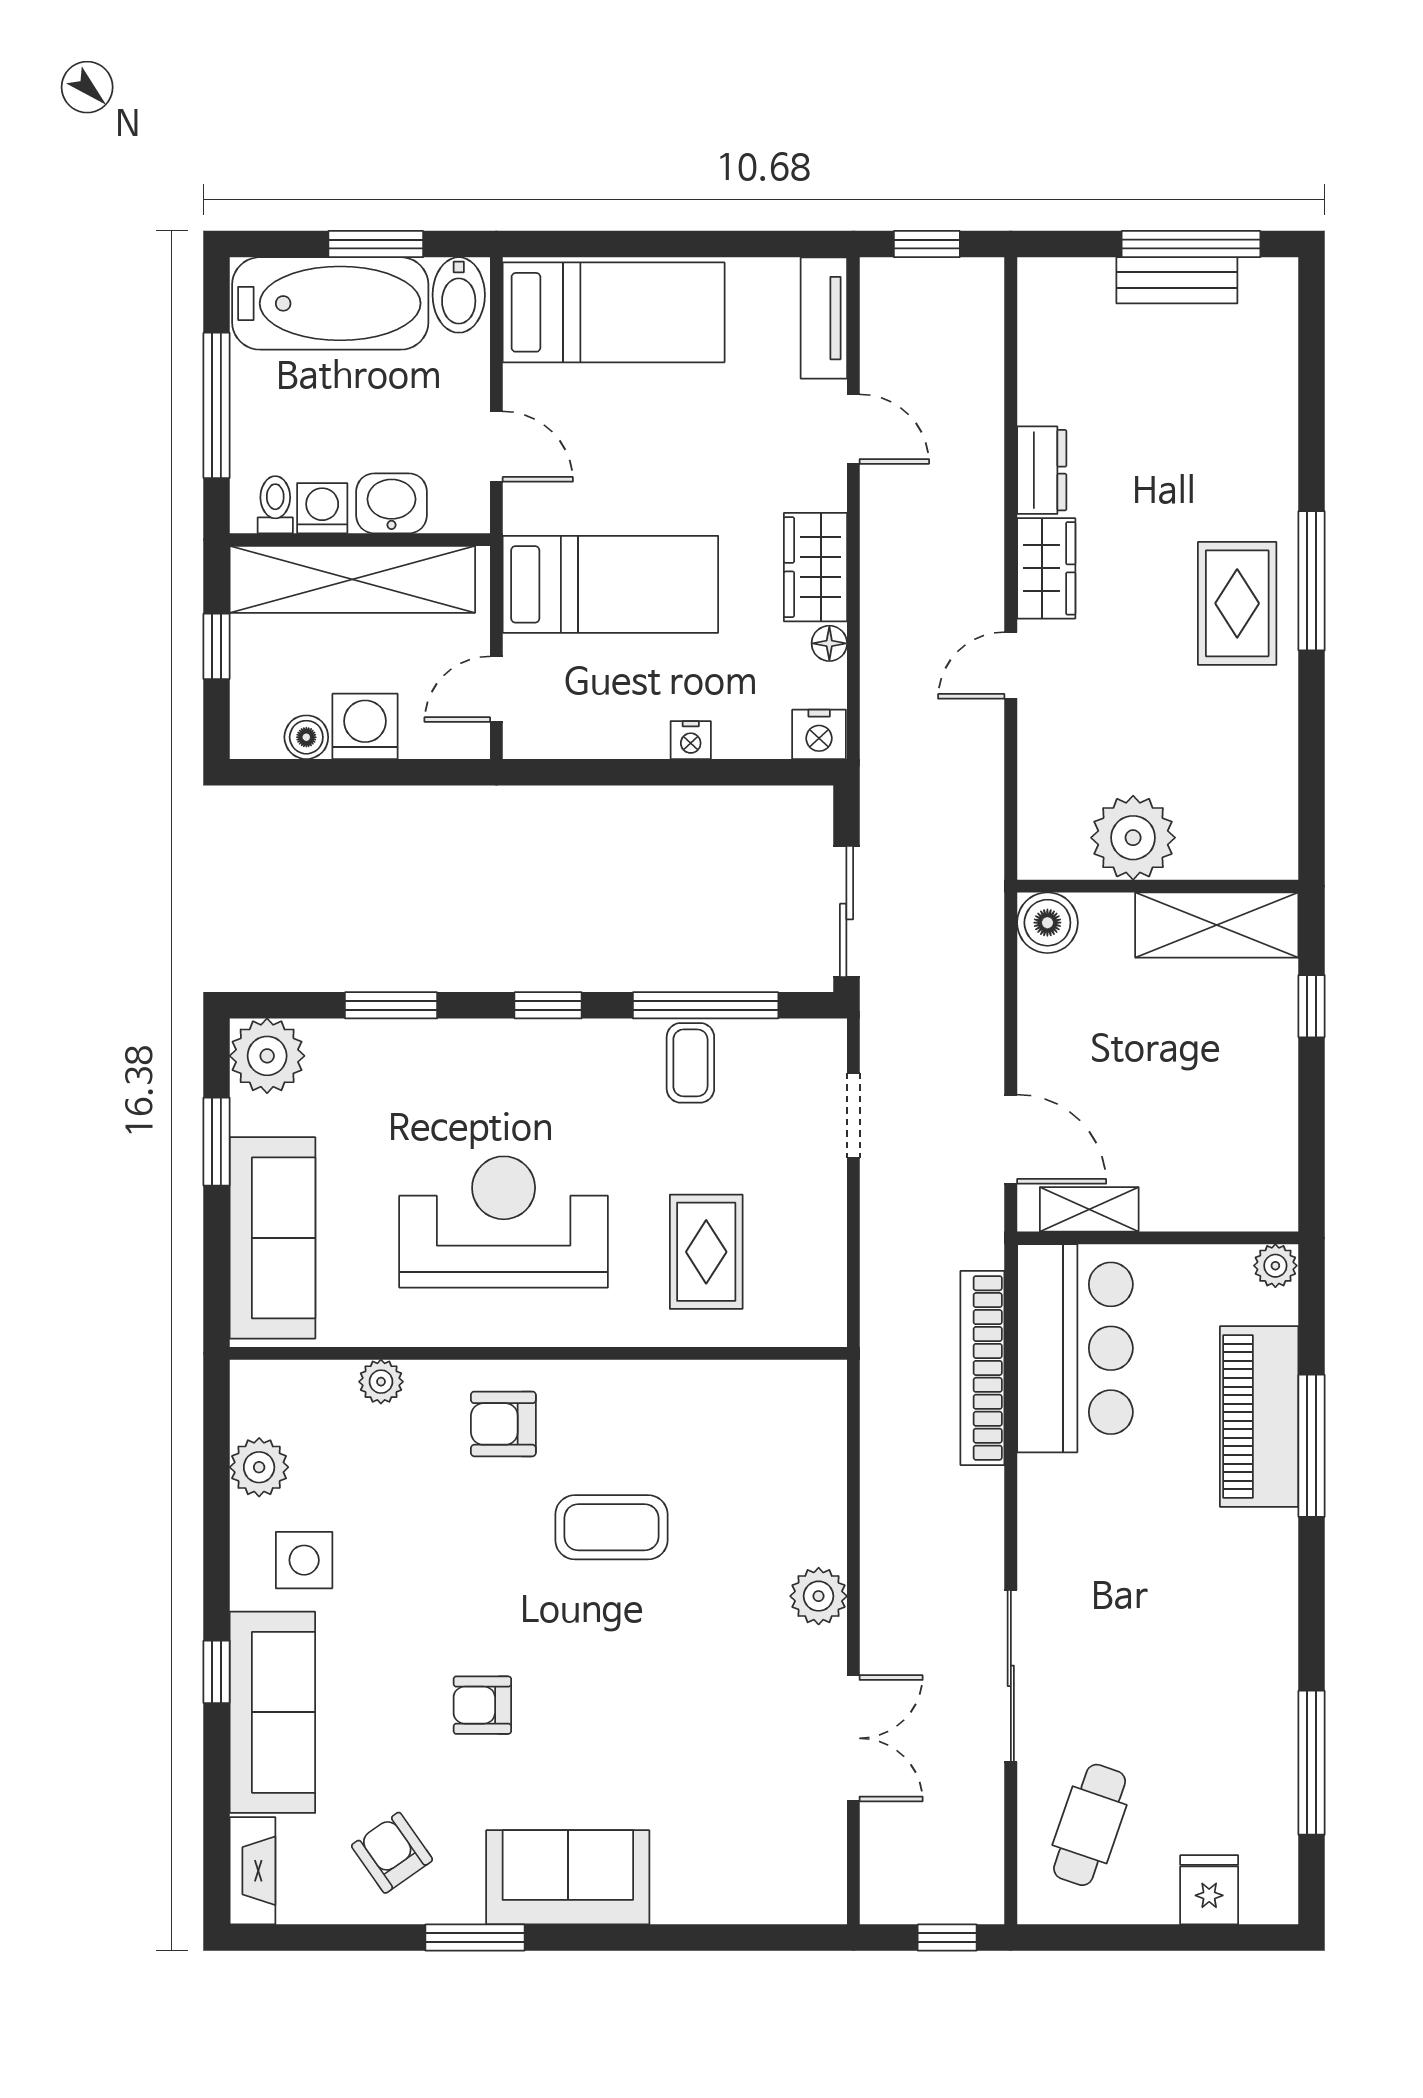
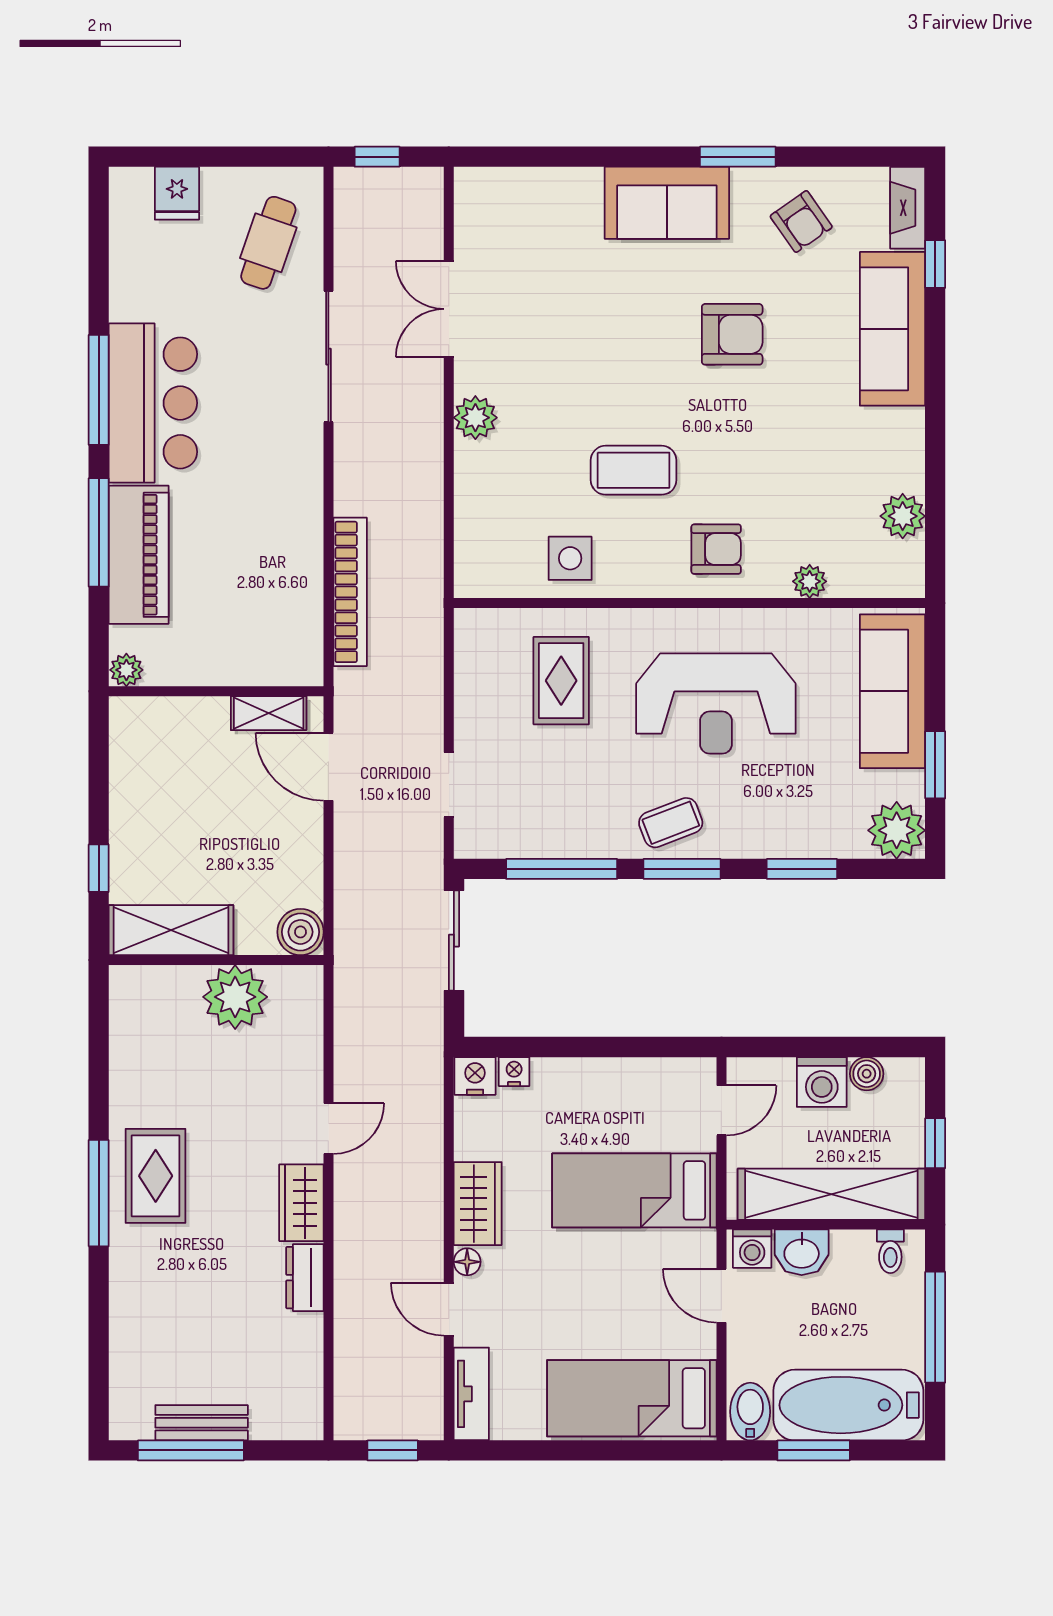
washing machine: (322, 508) -> (752, 1249), moved
floor lamp: (829, 643) -> (467, 1262), moved
nightstand: (691, 740) -> (514, 1072), moved
window: (548, 1005) -> (682, 869), width x1.50
coffee table: (690, 1063) -> (671, 823), moved, turned 69
bar counter: (1075, 1348) -> (153, 403), moved, turned 180
side table: (304, 1560) -> (570, 558), moved
window: (217, 1672) -> (935, 264), moved
armchair: (482, 1705) -> (732, 334), width x1.38, depth x1.38
window: (1312, 1763) -> (99, 390), moved

